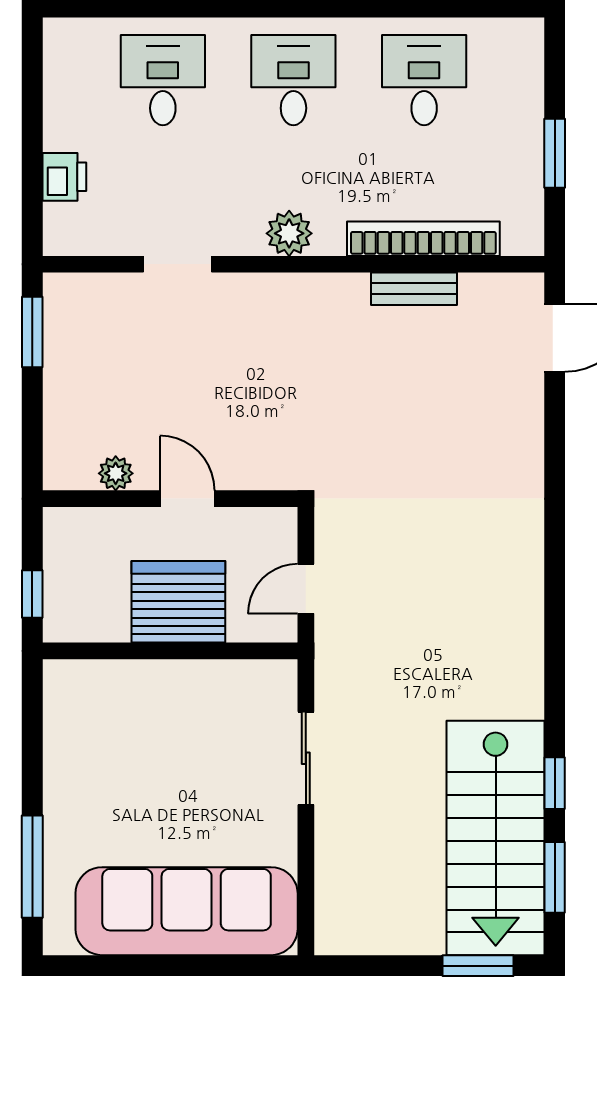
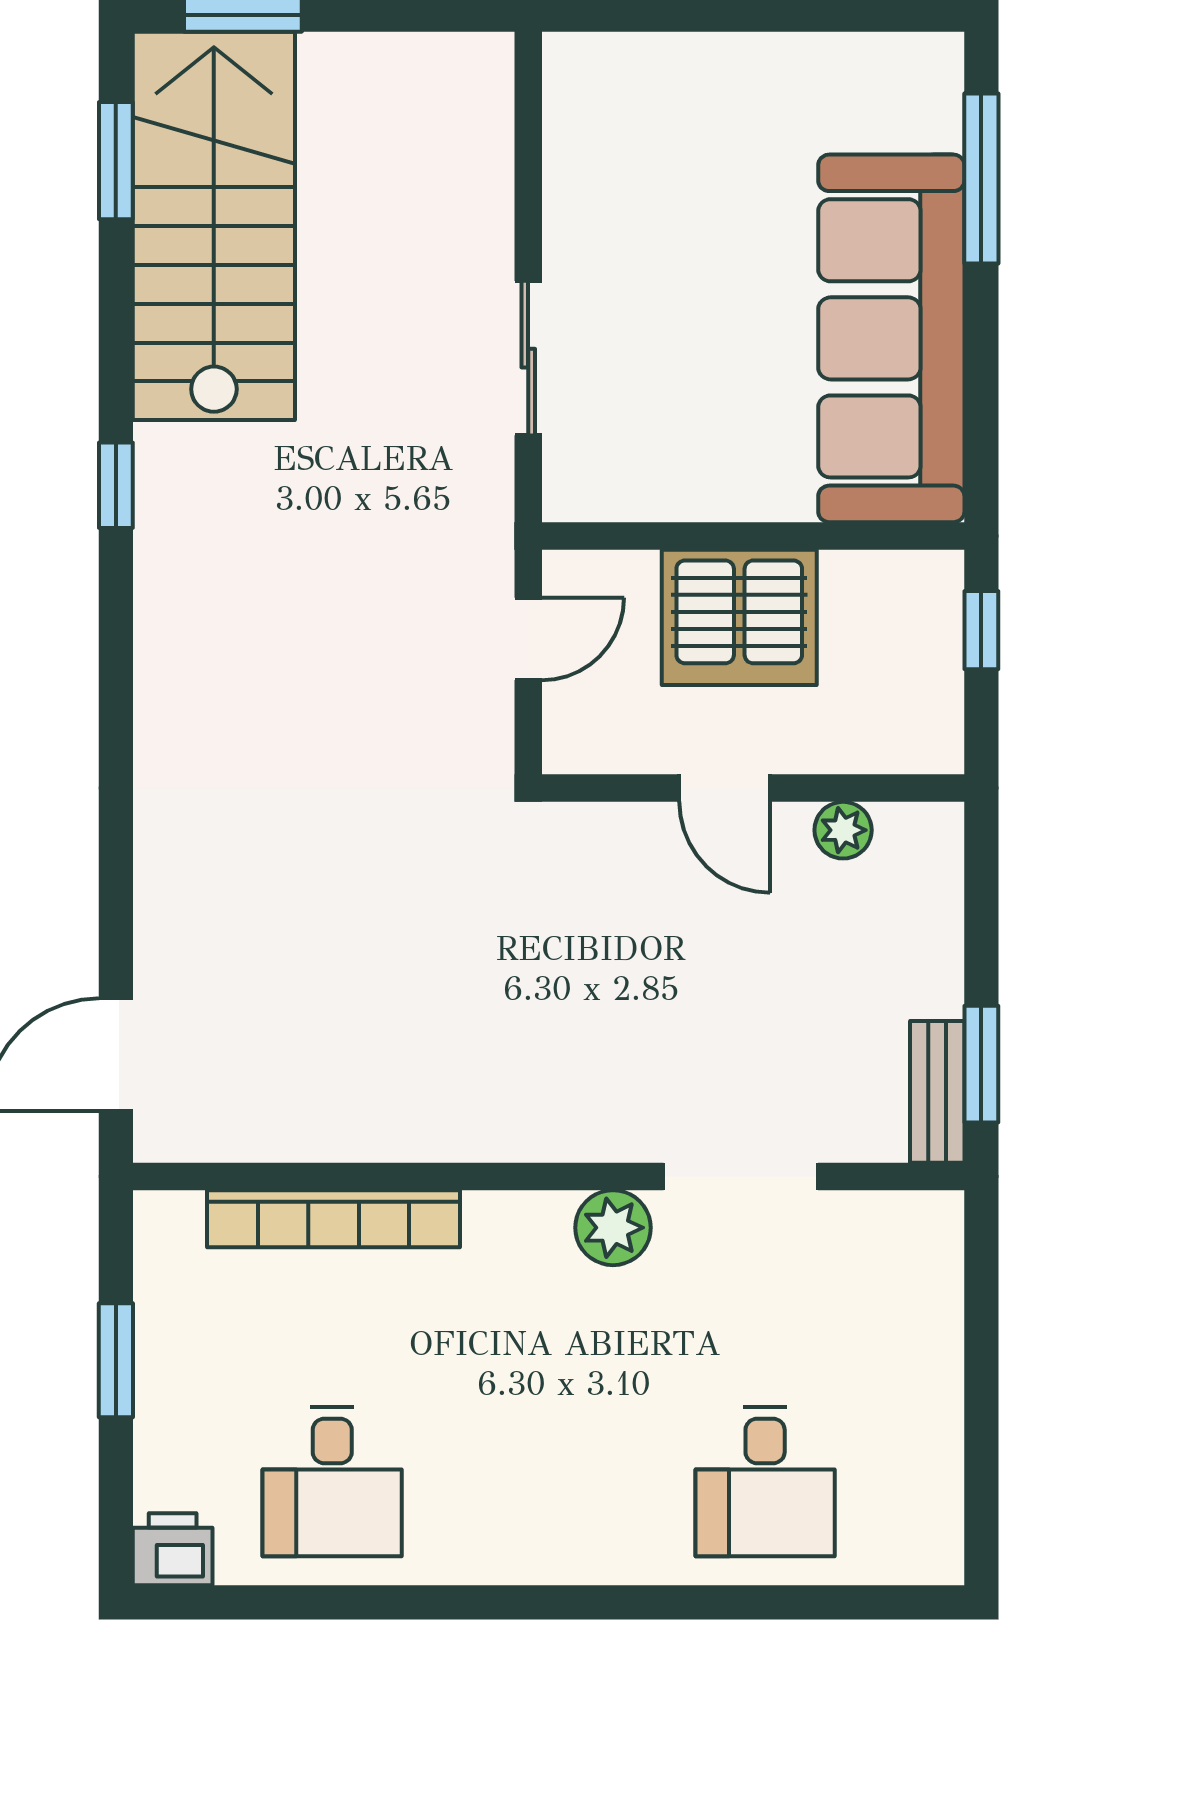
desk: (293, 80) -> (549, 1481), removed
printer: (64, 177) -> (173, 1549), moved, turned 90
plant: (289, 233) -> (613, 1228), moved
doorway: (177, 264) -> (741, 1176), width x1.38
bench: (414, 289) -> (937, 1092), moved, turned 90
window: (555, 783) -> (116, 485), moved
sofa: (187, 911) -> (891, 338), moved, turned 90

